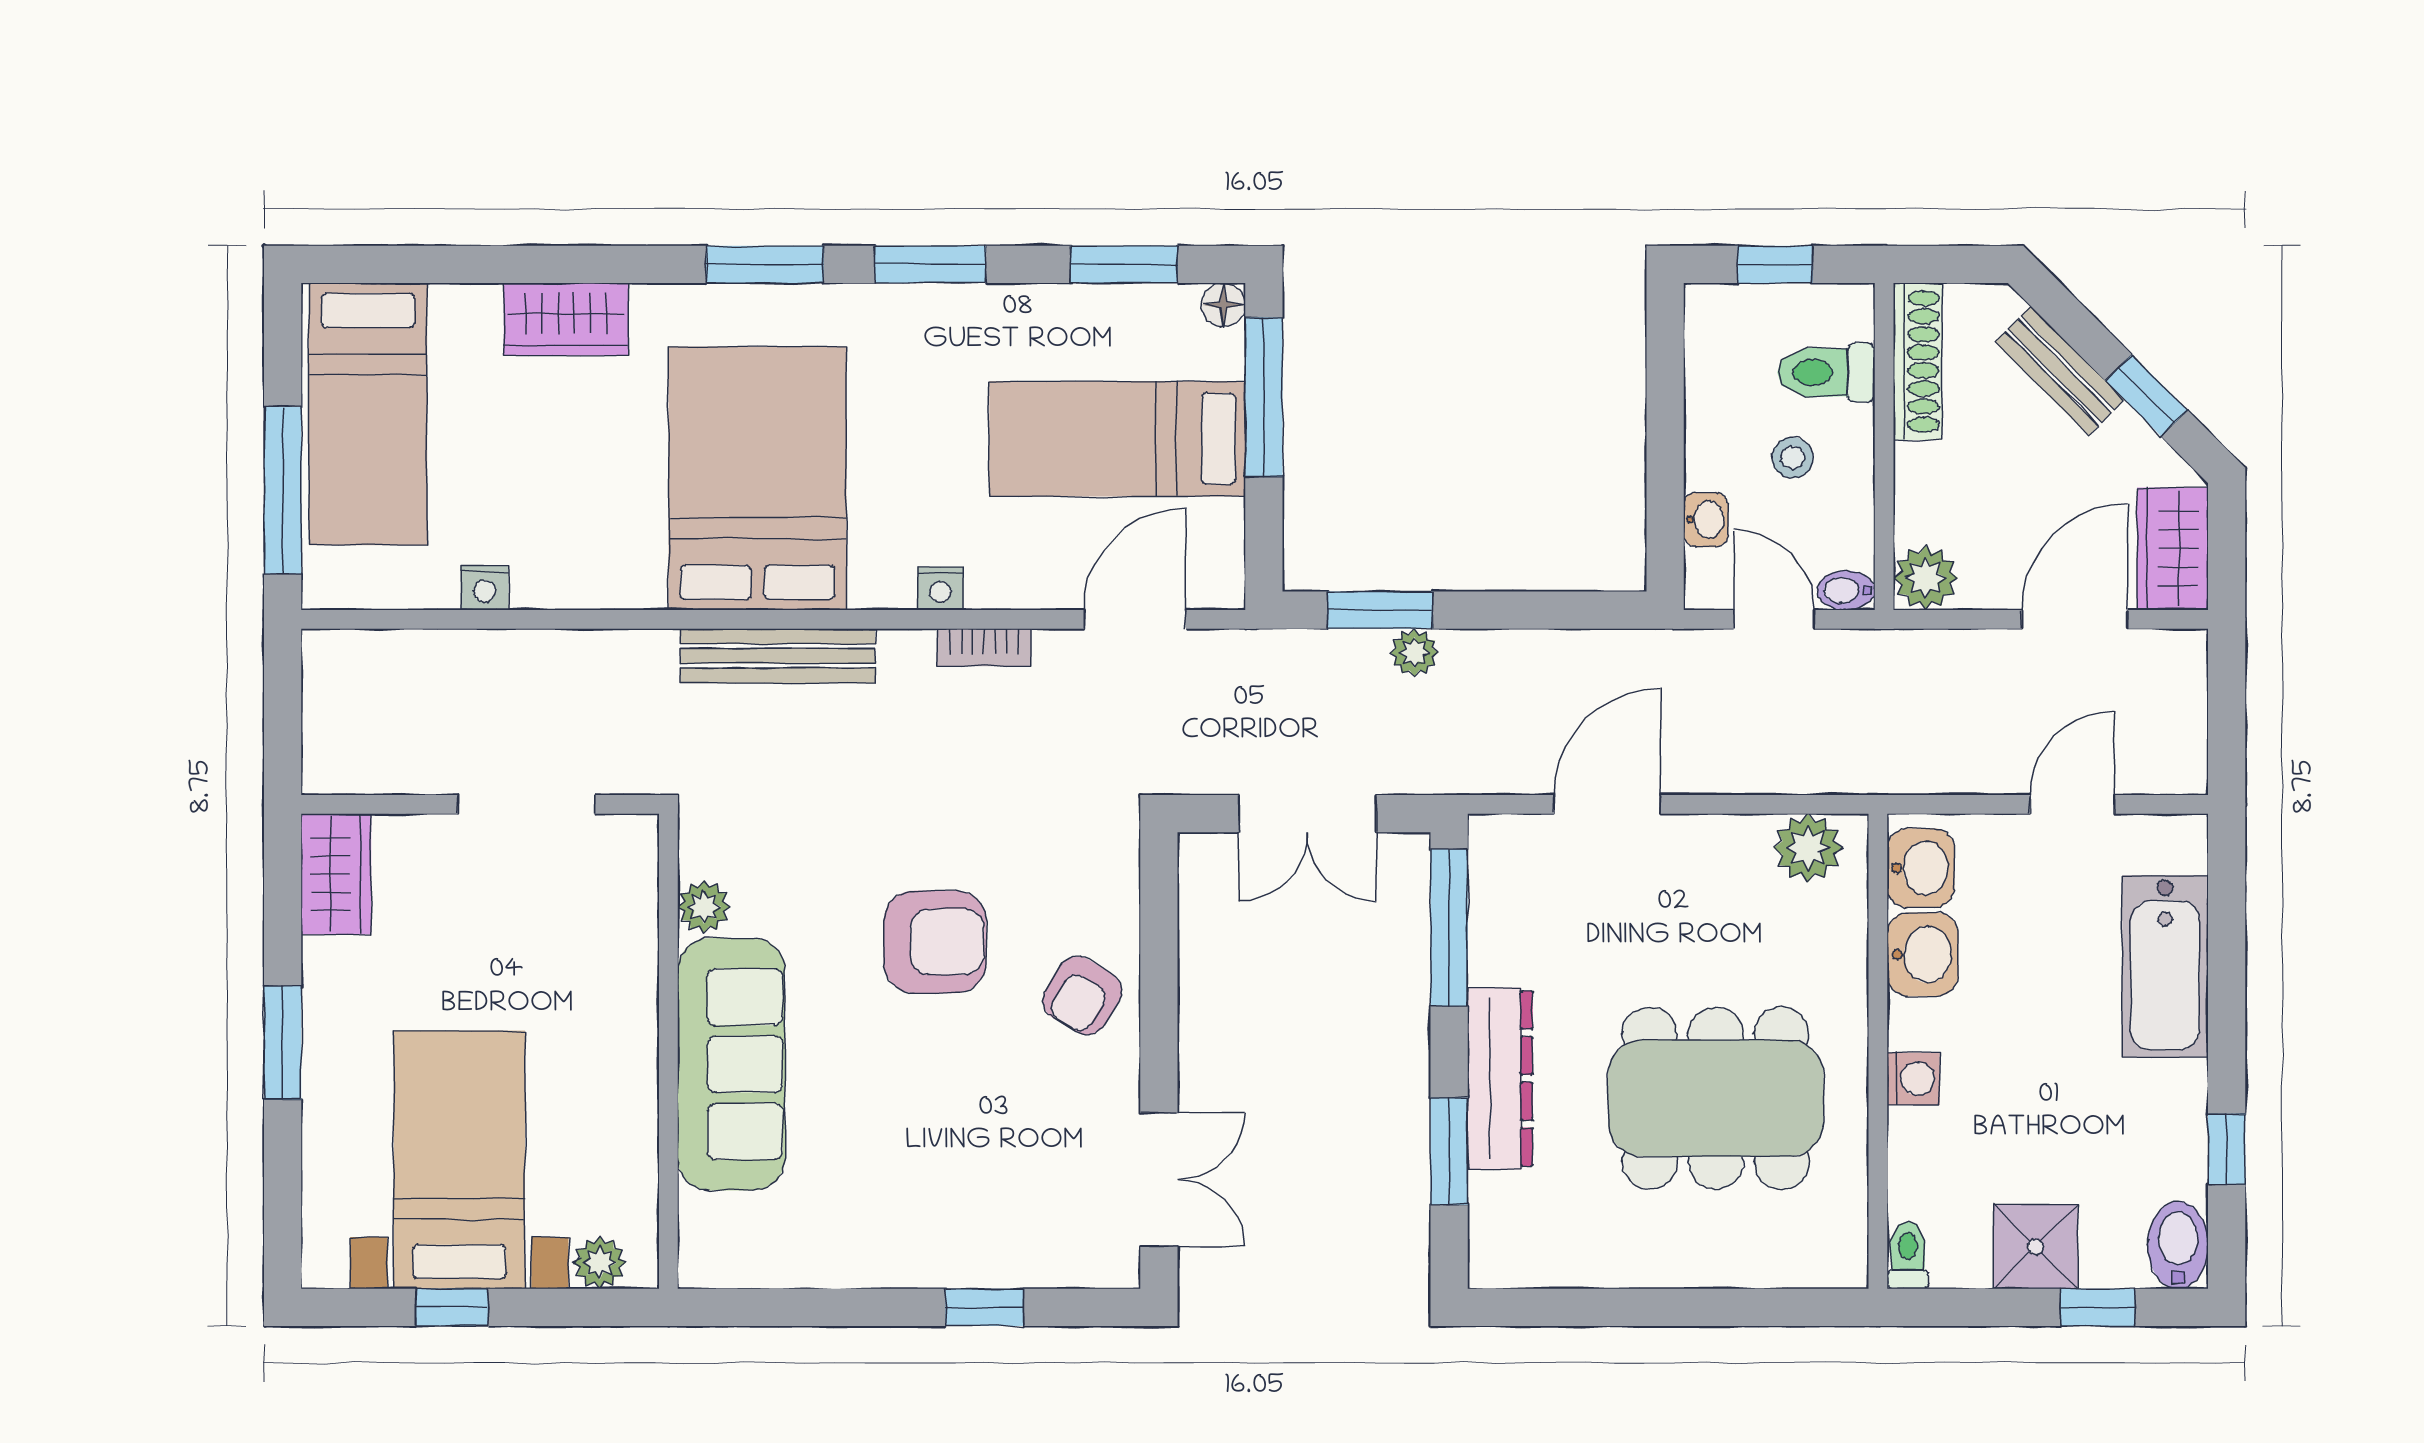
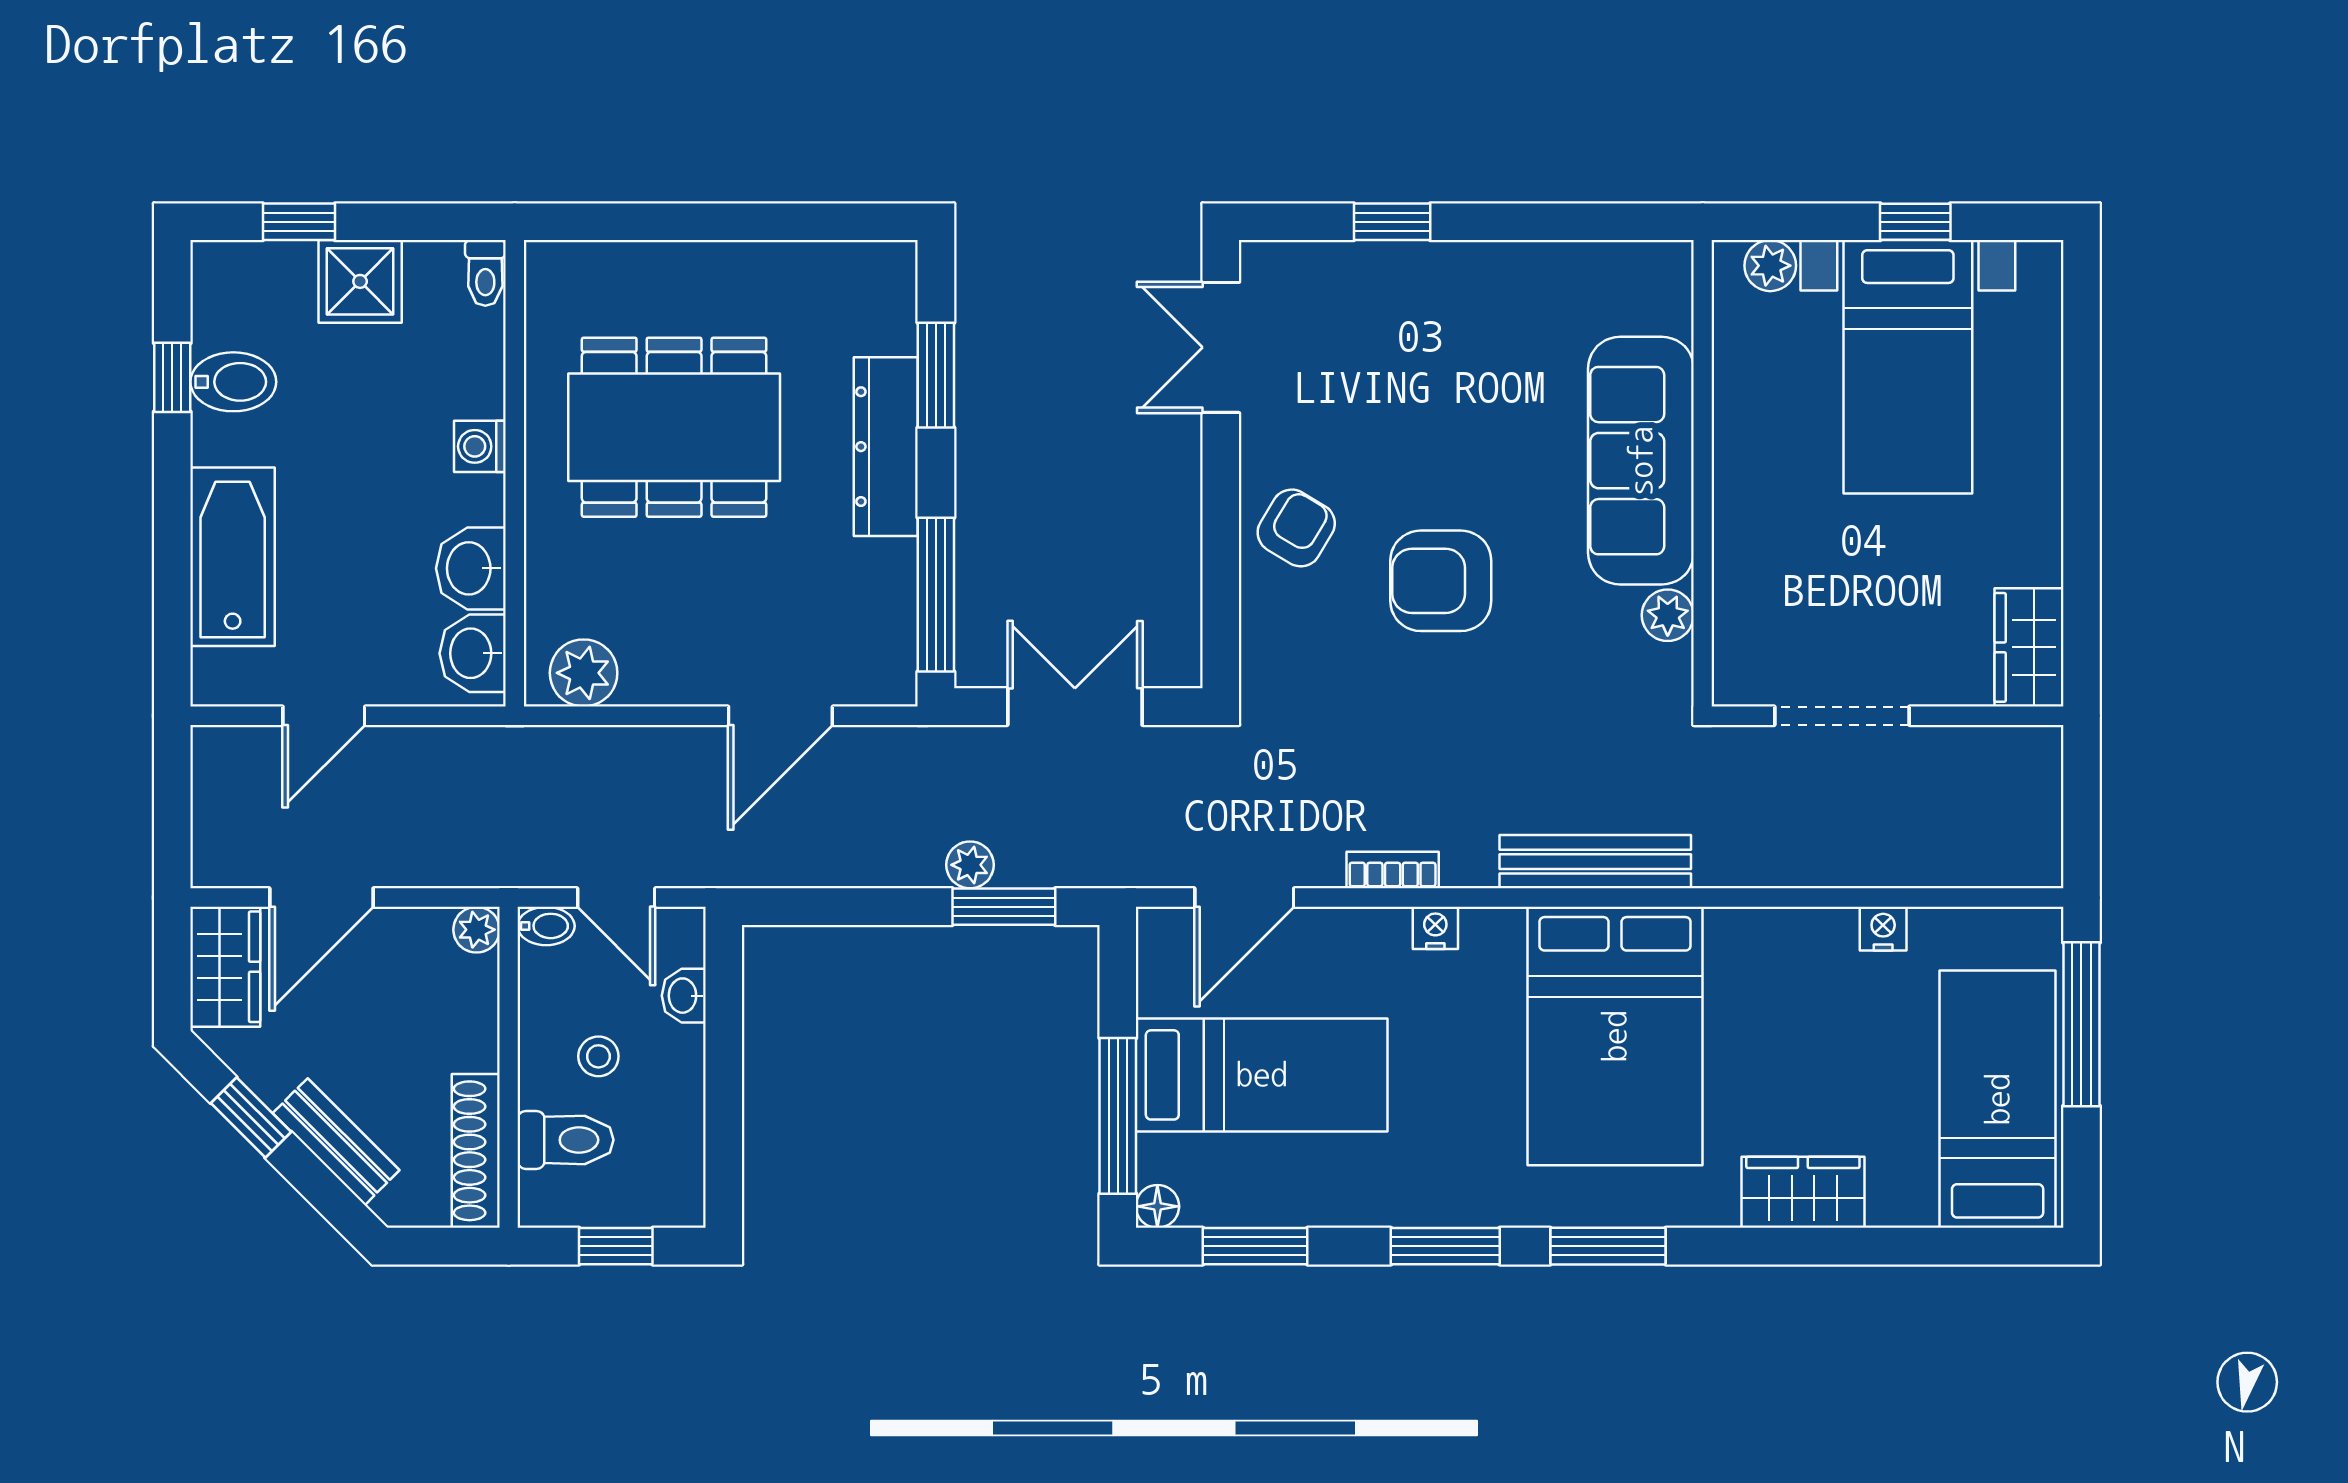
plant: (1926, 578) -> (477, 930), width x0.73, depth x0.73
window: (283, 1043) -> (2081, 482), removed
bidet: (2178, 1245) -> (233, 382), moved, turned -90

